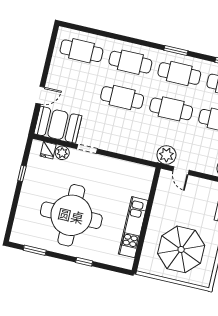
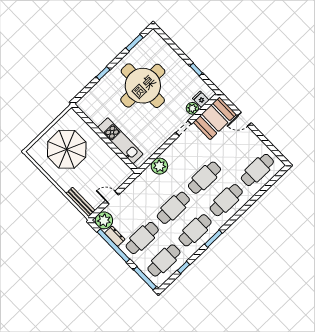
door: (40, 95) -> (244, 119), hinge flipped
plant: (166, 155) -> (159, 166), moved
door: (181, 171) -> (112, 198), moved
kitchen unit: (133, 227) -> (120, 141), moved

